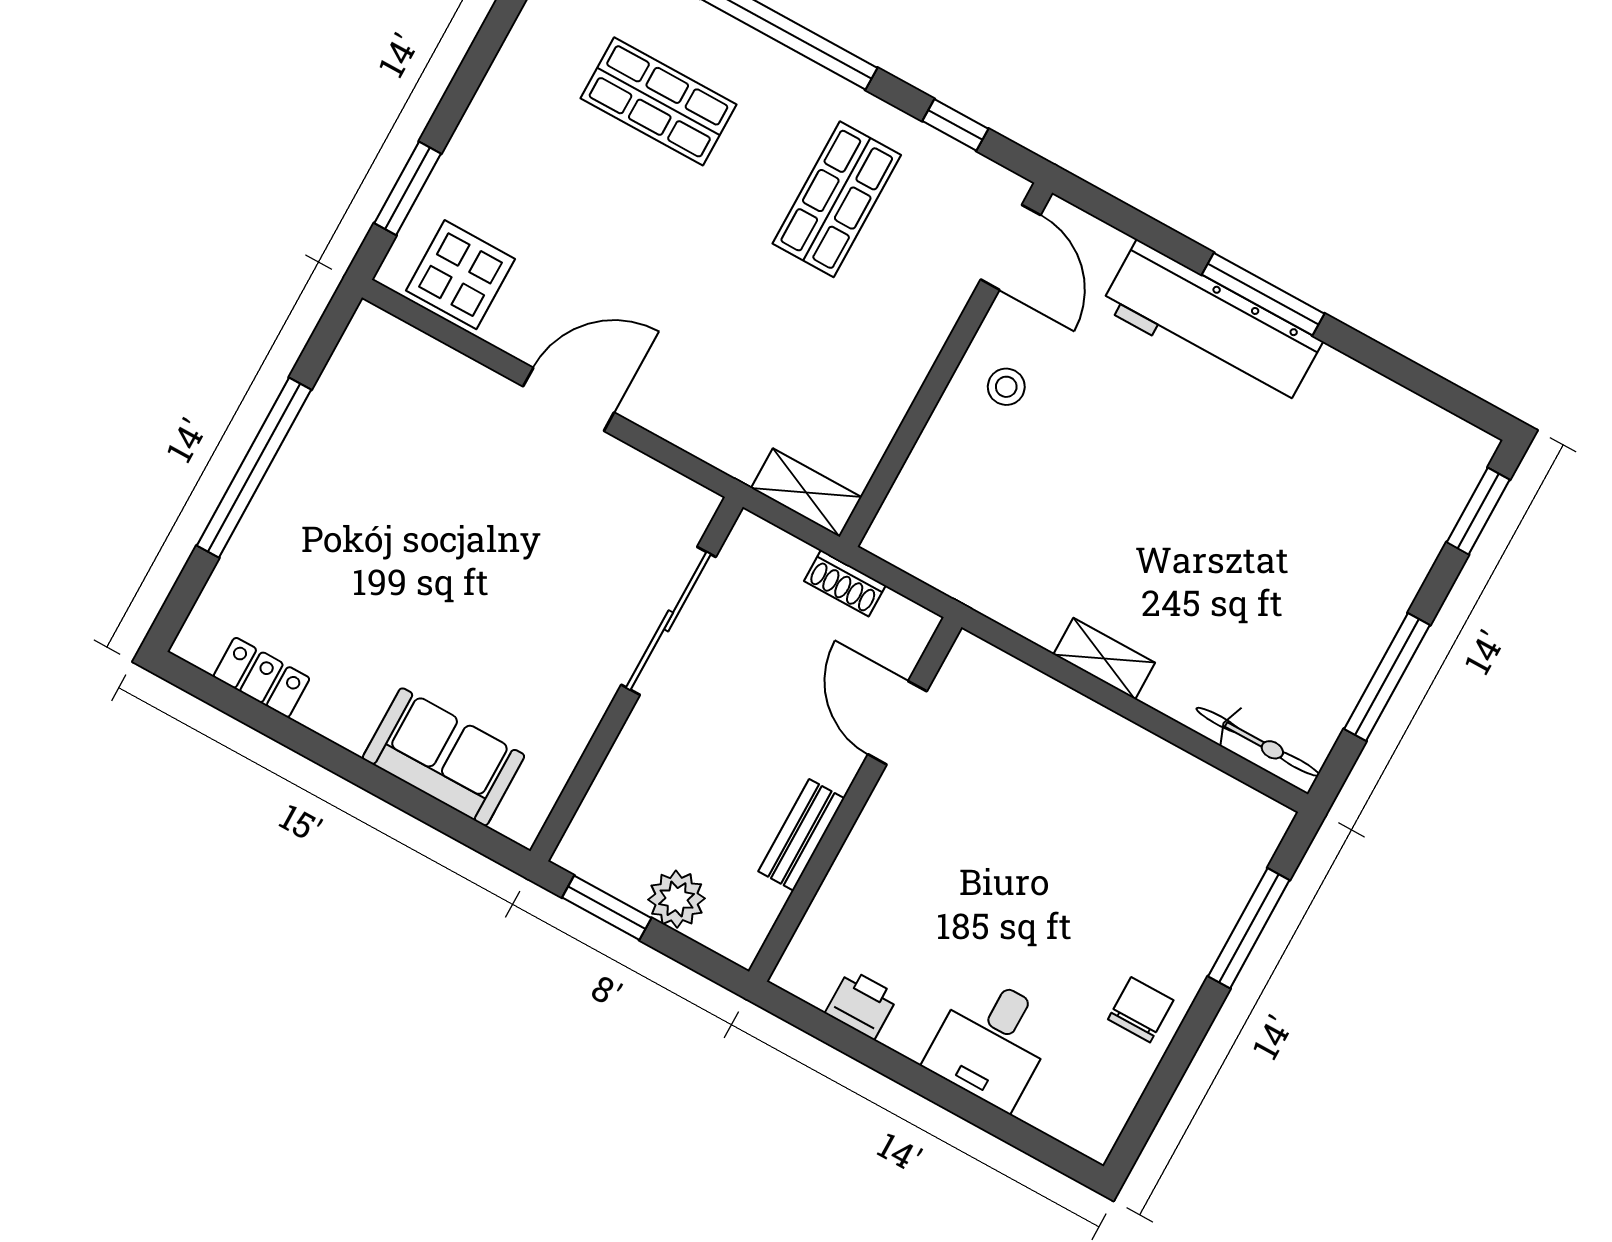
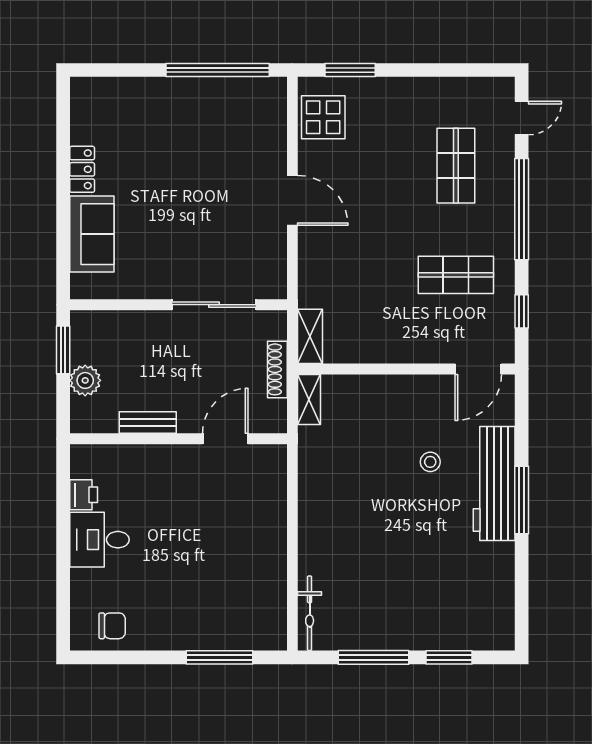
stool: (1006, 387) -> (430, 462), moved
window: (254, 468) -> (218, 70), moved
window: (1478, 511) -> (449, 657), moved
shoe rack: (845, 583) -> (277, 369), width x1.43
shelving: (1104, 659) -> (309, 399), moved
locker: (261, 677) -> (82, 169), moved
chair: (1141, 1010) -> (112, 626), moved
desk: (992, 1042) -> (99, 540), moved

